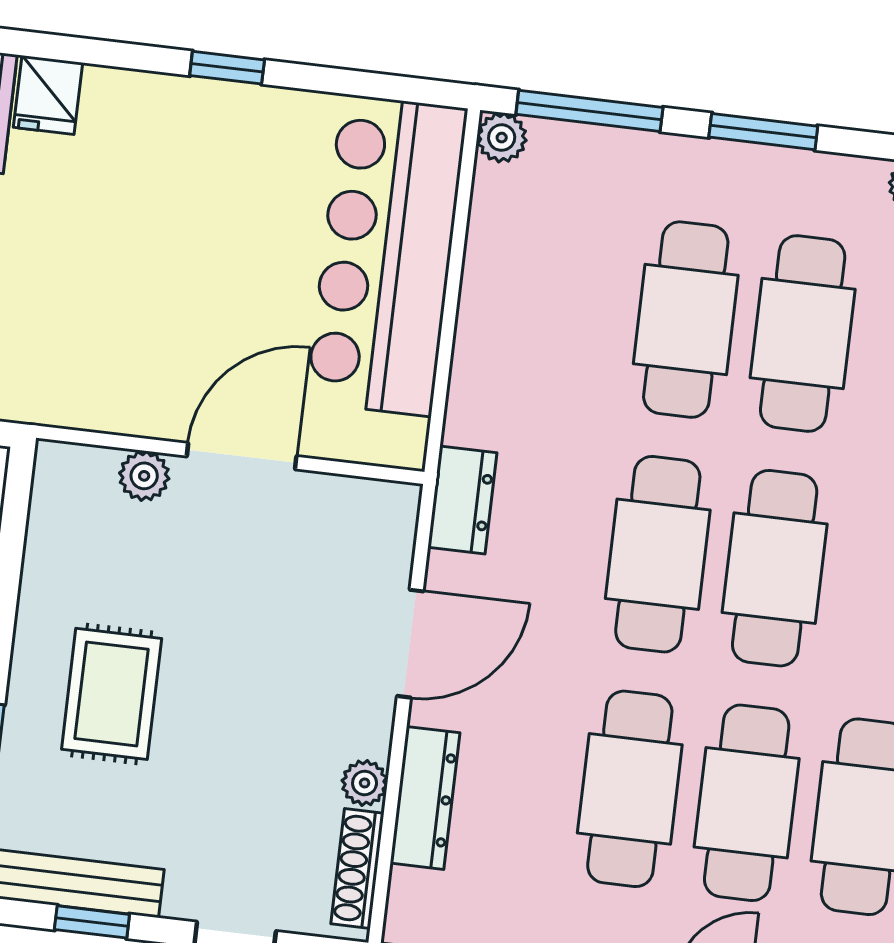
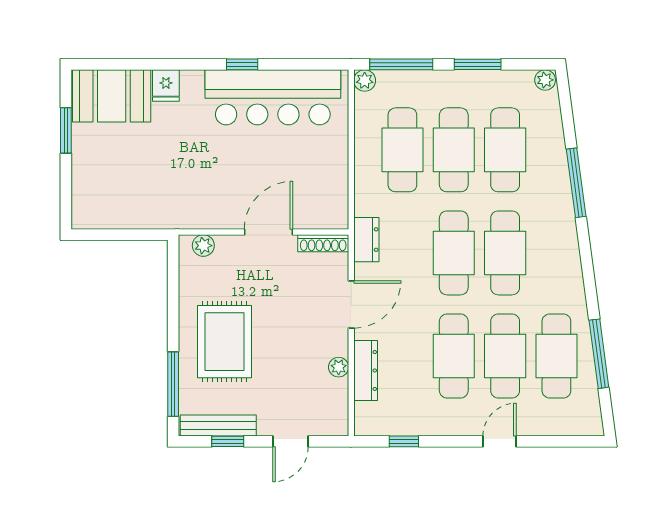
bar counter: (387, 255) -> (273, 97), moved, turned -90
cafe table: (569, 306) -> (402, 150), added
plant: (144, 476) -> (203, 246), moved
rug: (112, 694) -> (224, 342), width x1.36, depth x1.43
shoe rack: (357, 869) -> (323, 243), moved, turned -90

